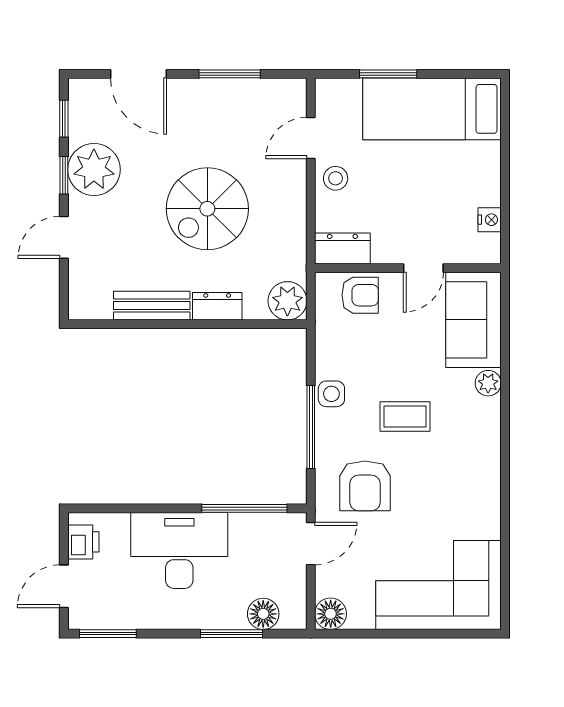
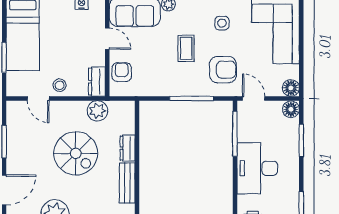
plant: (287, 301) -> (97, 111), moved
side table: (331, 394) -> (222, 23), moved
floor lamp: (263, 614) -> (291, 109), moved

